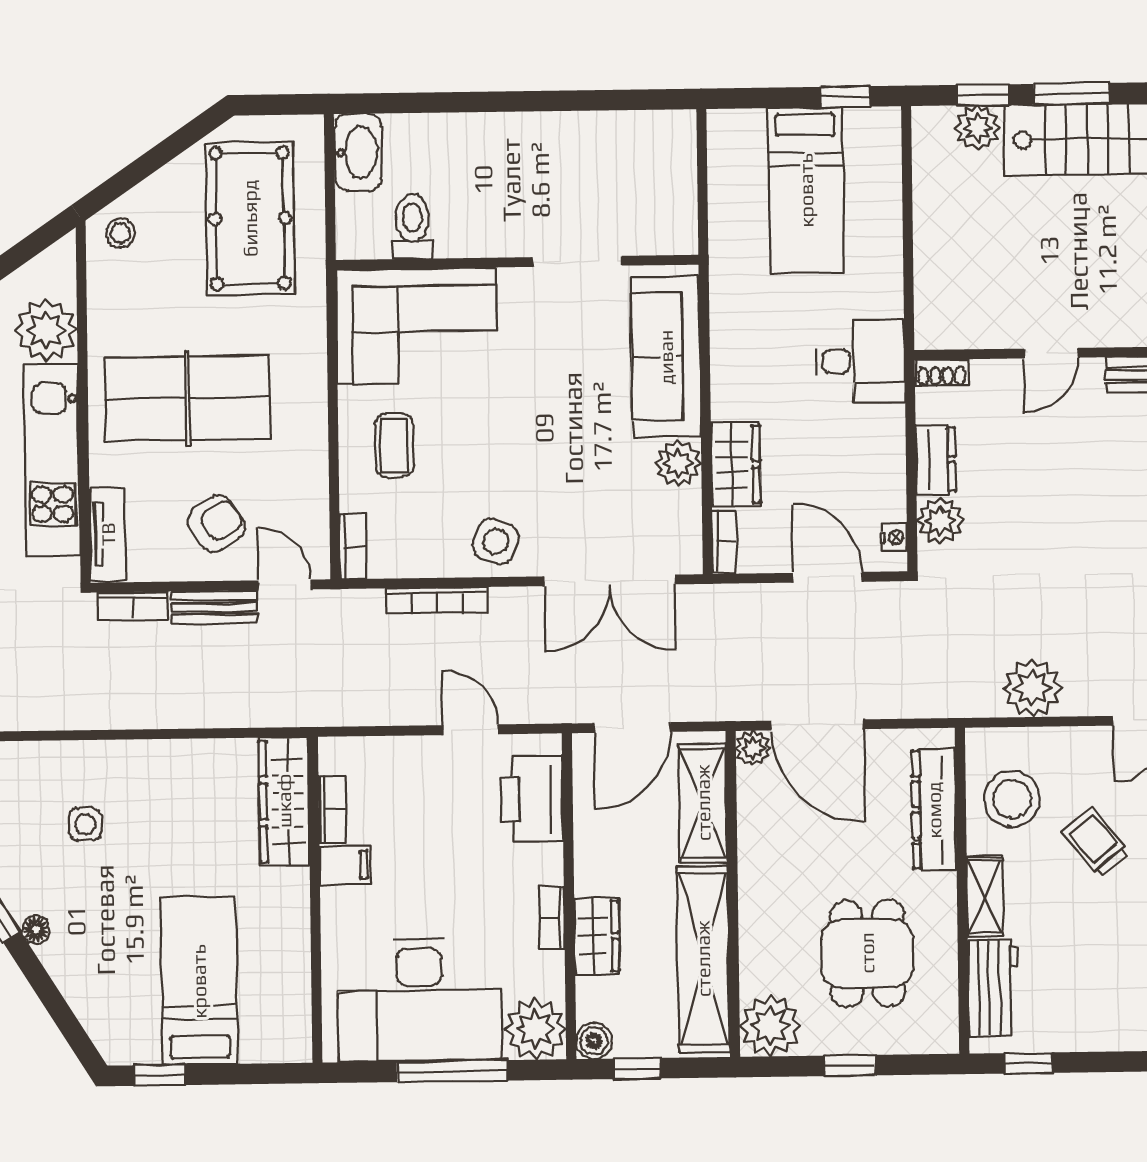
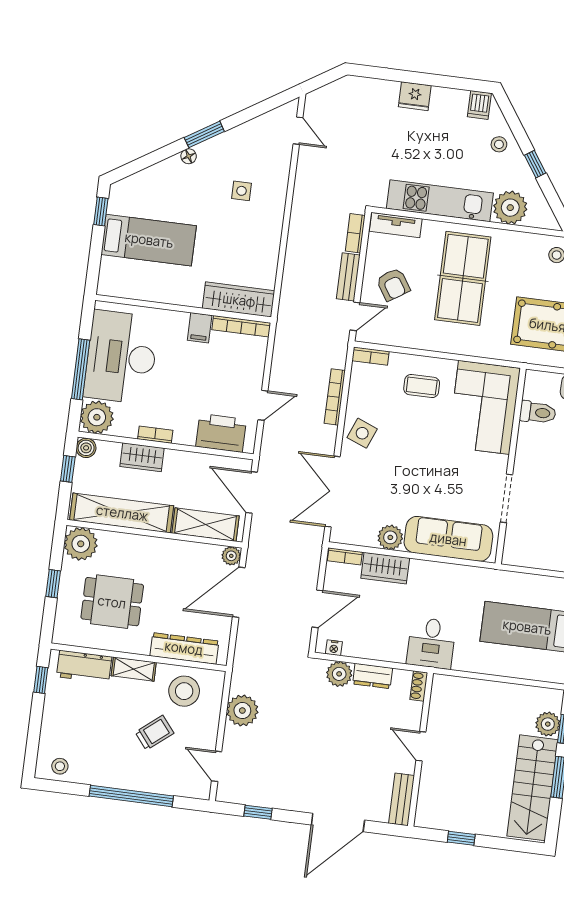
bookcase: (332, 809) -> (241, 326), width x1.56

